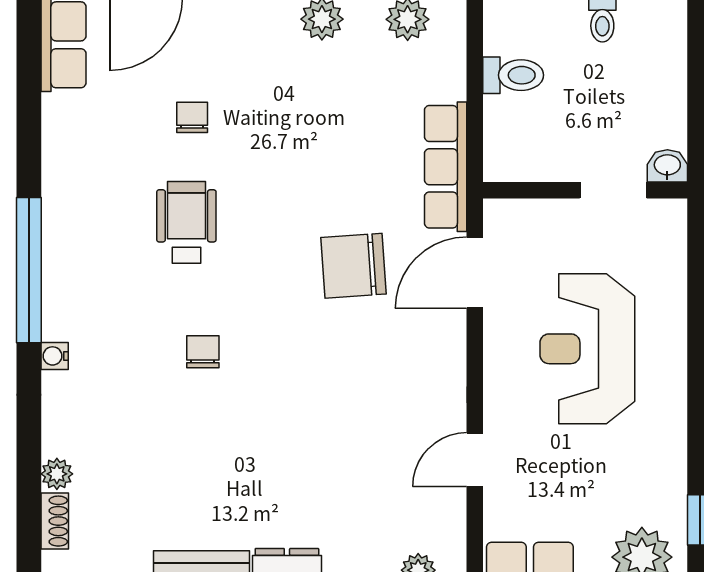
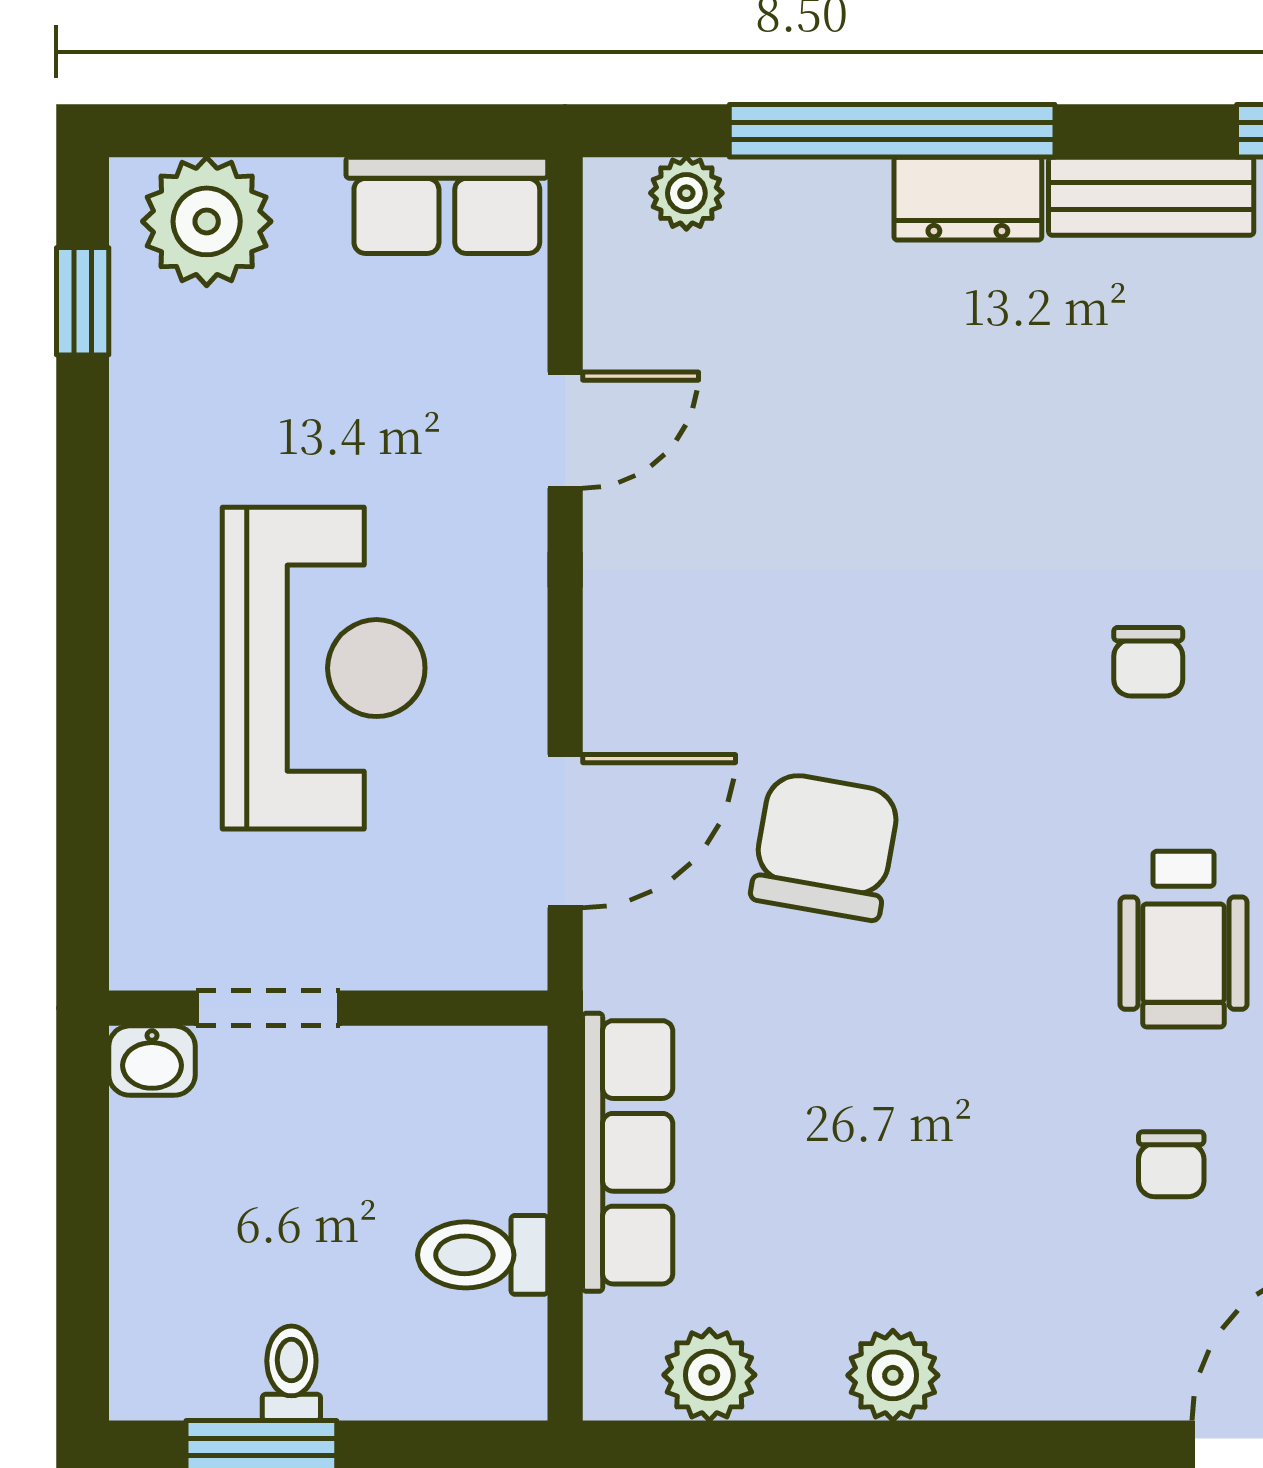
row of seats: (446, 167) -> (628, 1152), moved
chair: (354, 266) -> (825, 846), turned -76

